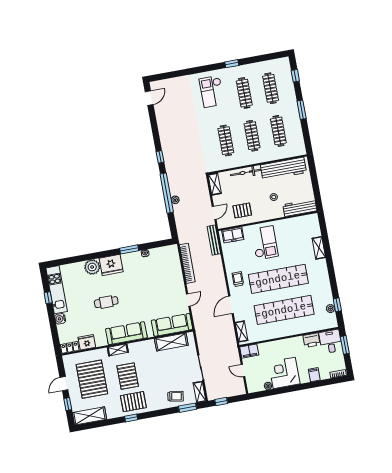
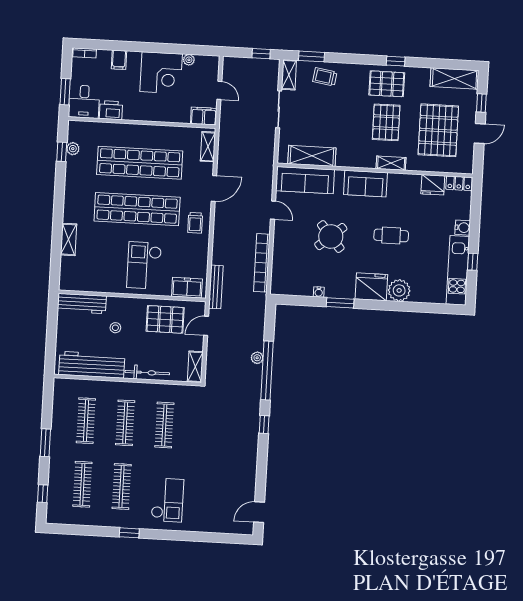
pallet: (242, 210) -> (165, 319), width x1.50, depth x1.42
round table: (146, 292) -> (331, 237), added
door: (188, 300) -> (273, 210), swing flipped
sofa: (126, 333) -> (365, 184), width x0.73

